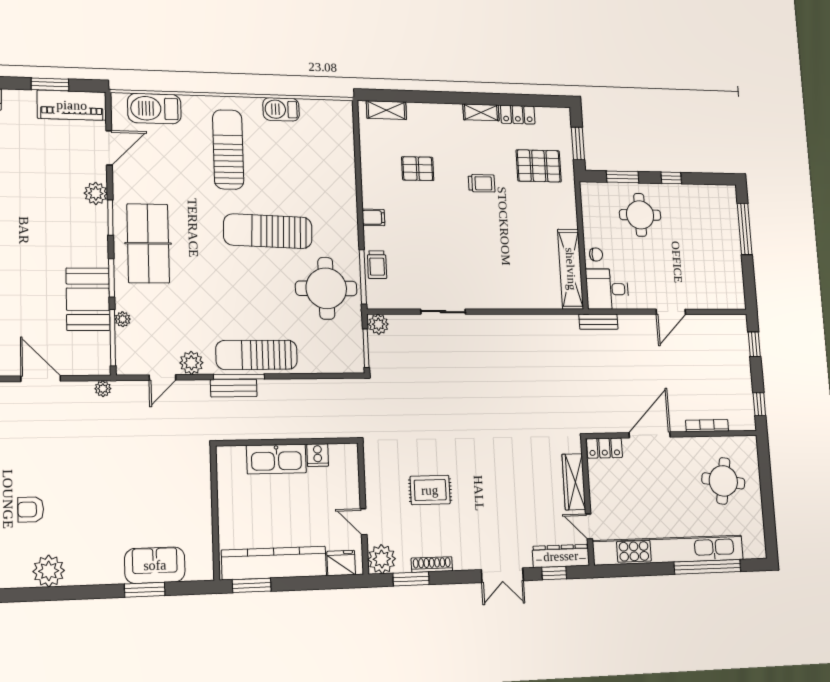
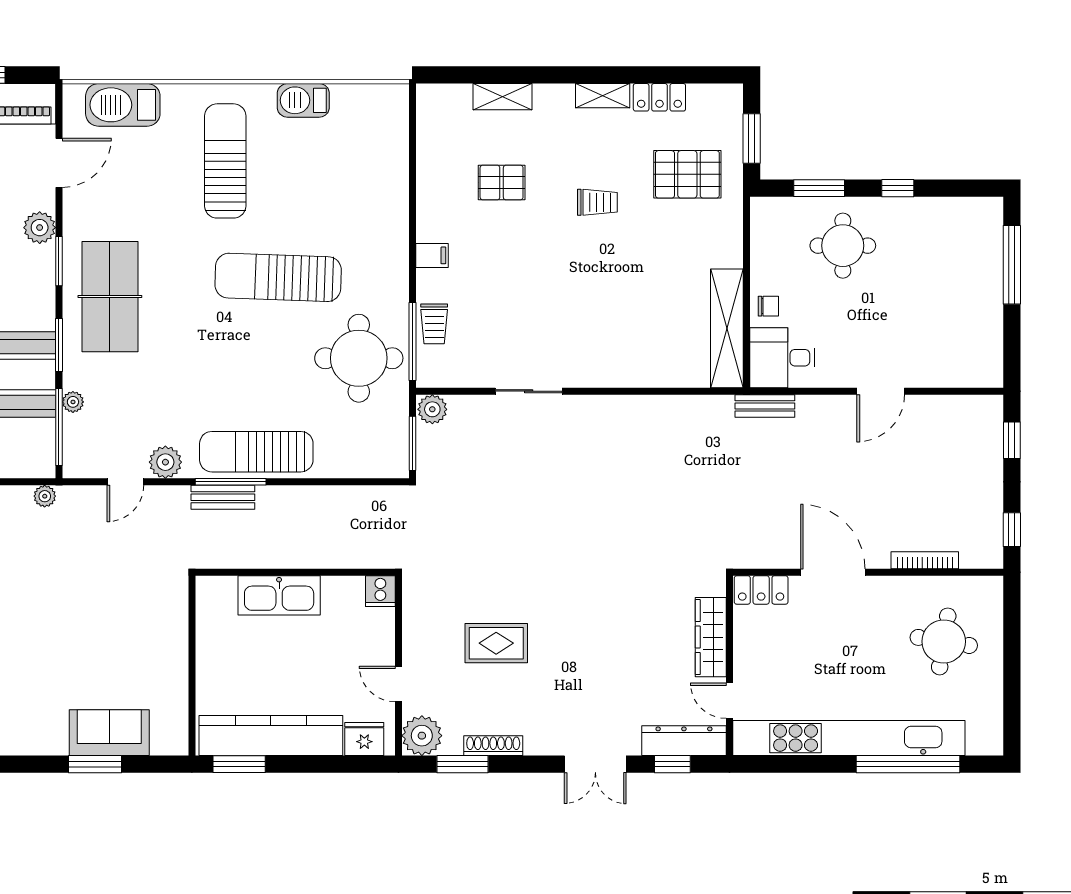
shelving: (386, 110) -> (503, 97), moved
door: (650, 435) -> (833, 572), hinge flipped
cooker: (318, 455) -> (380, 591), moved

